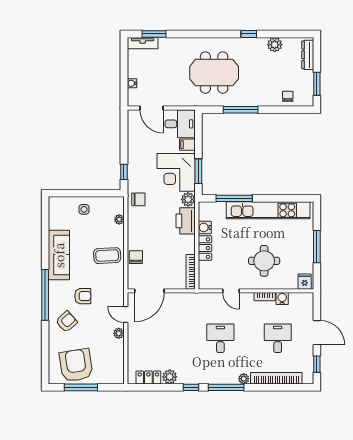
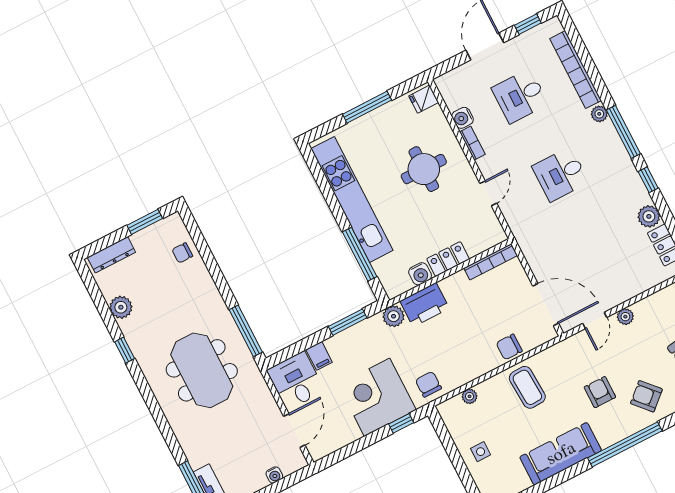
window: (241, 110) -> (246, 331), moved
corner desk: (176, 172) -> (377, 397), moved, turned 180

